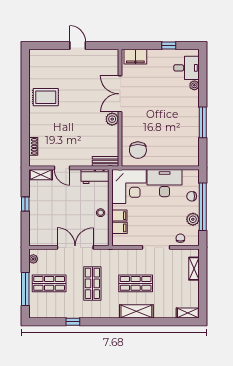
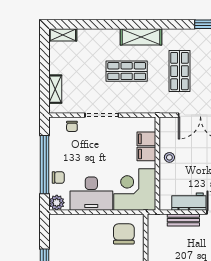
bench: (105, 161) -> (183, 220), moved
workbench: (95, 177) -> (189, 202), moved
plant: (193, 219) -> (57, 203), moved
shelving: (136, 311) -> (141, 37), moved

